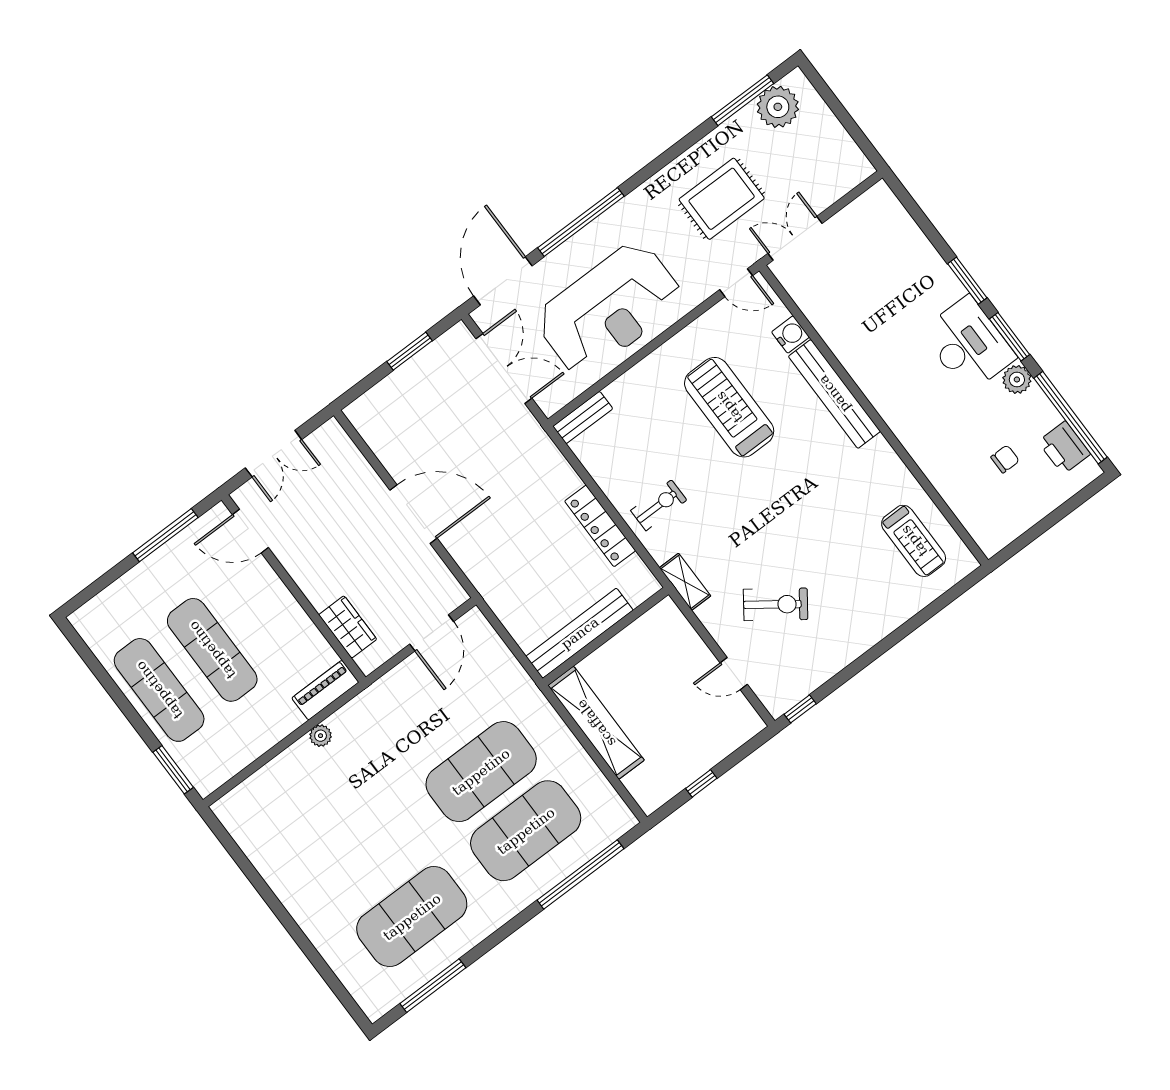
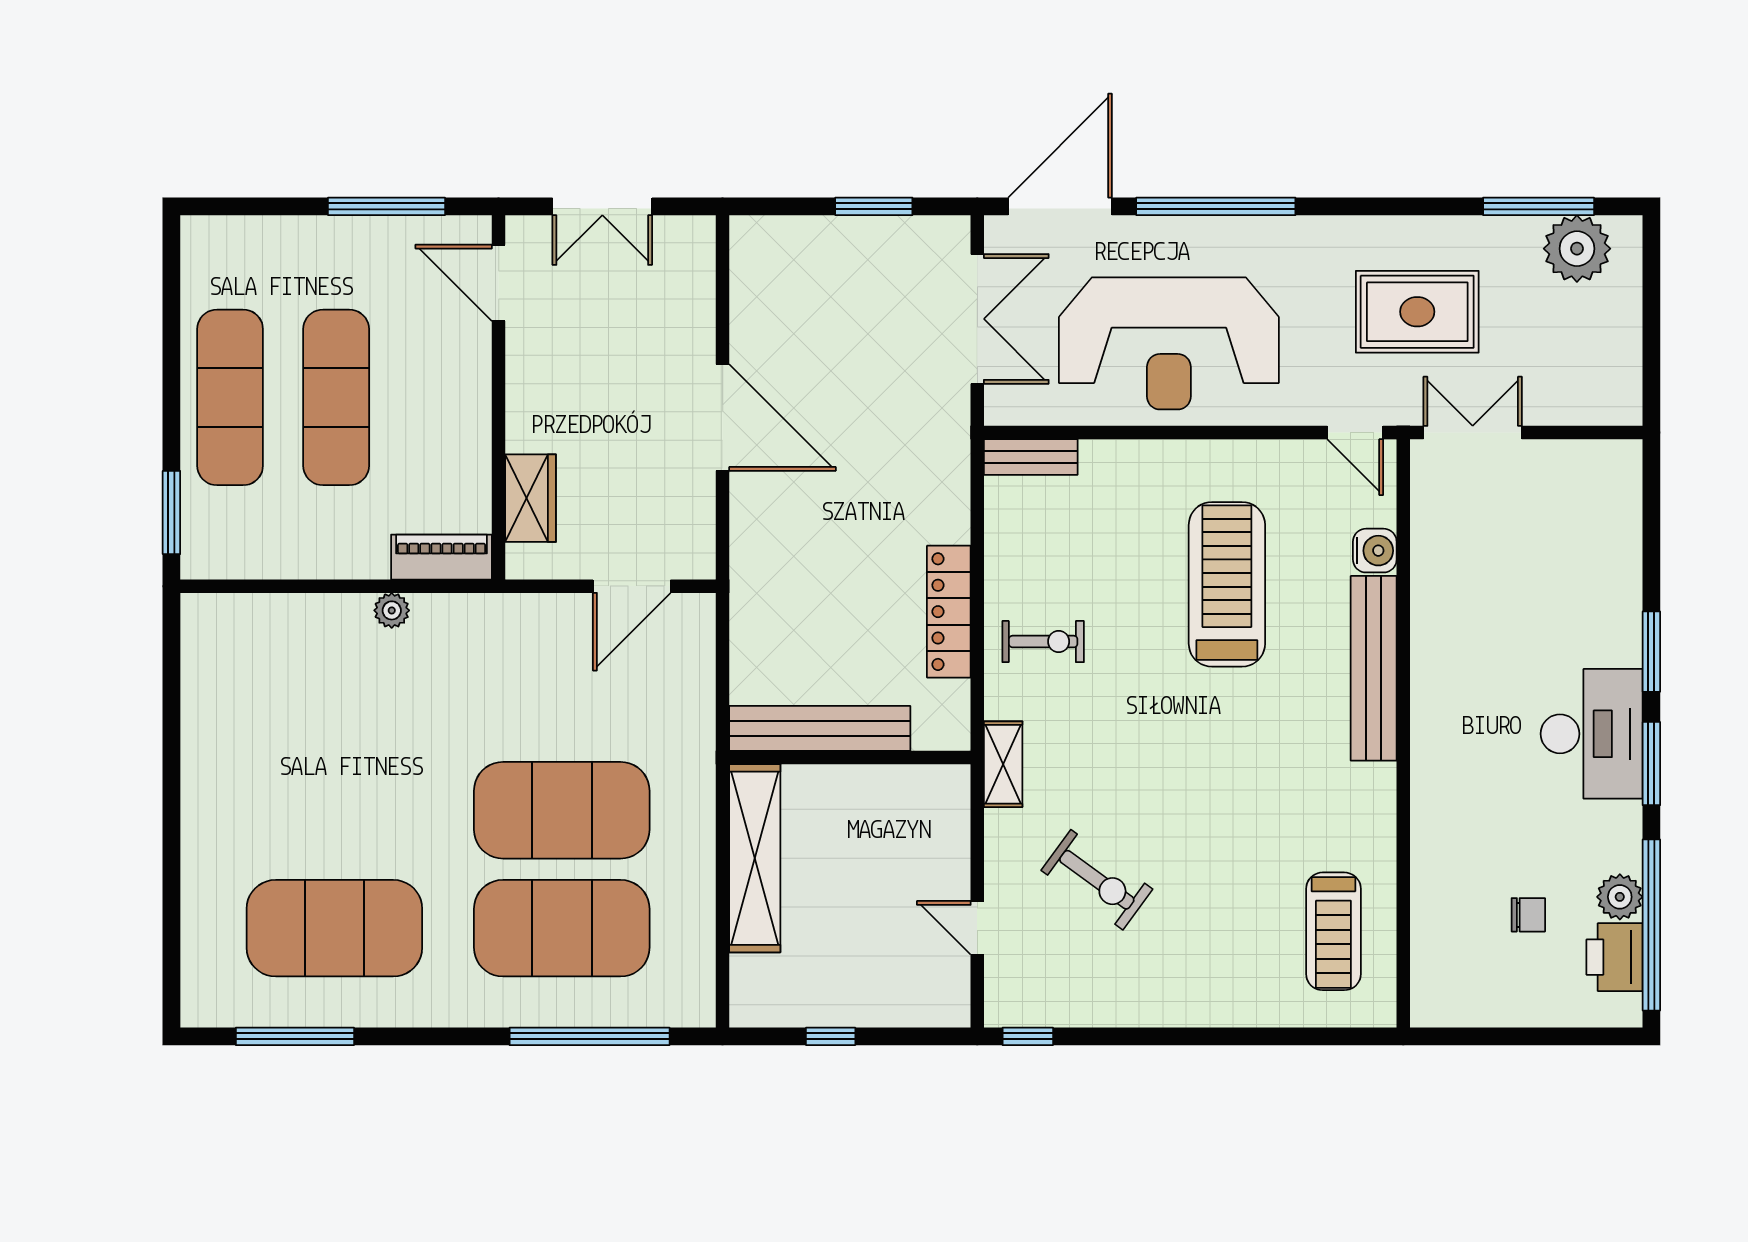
plant: (1017, 379) -> (1620, 897), moved

